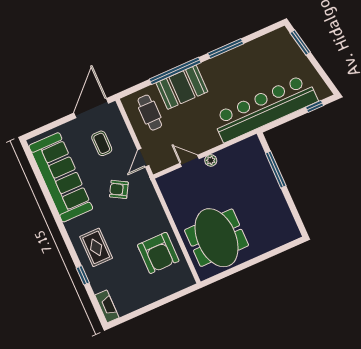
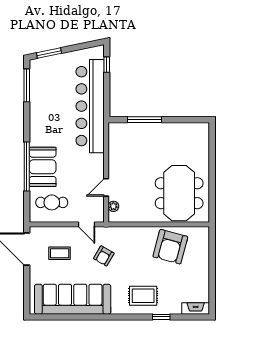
window: (226, 49) -> (27, 85), moved
plant: (211, 160) -> (113, 206), moved
meeting table: (217, 238) -> (179, 193), turned 90
armchair: (158, 253) -> (170, 247), turned 105

